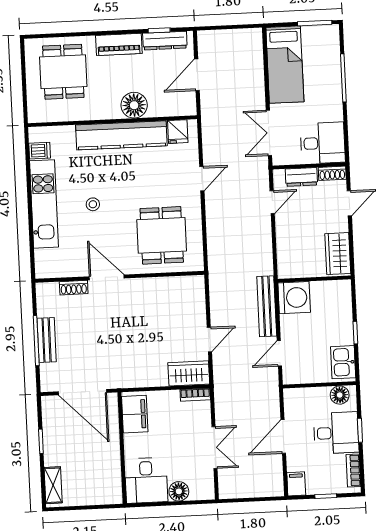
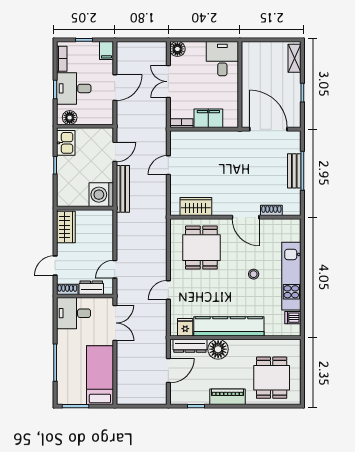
dresser: (165, 41) -> (190, 346), moved, turned 180
wardrobe: (189, 373) -> (196, 206), moved, turned 180
filing cabinet: (135, 414) -> (208, 118), moved, turned 90
floor lamp: (179, 491) -> (177, 49), moved

